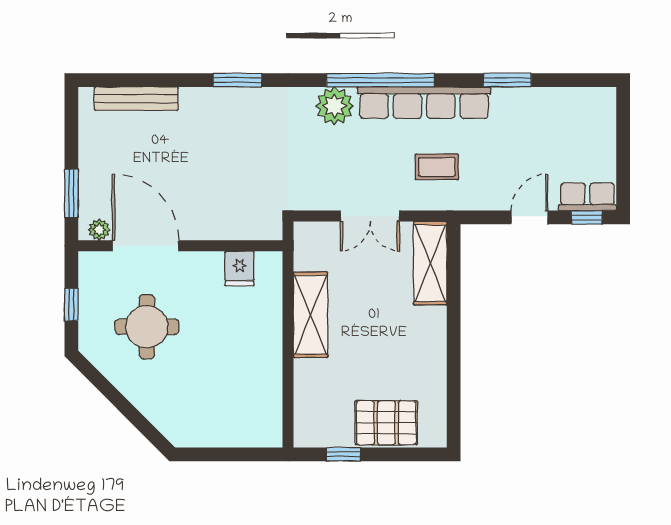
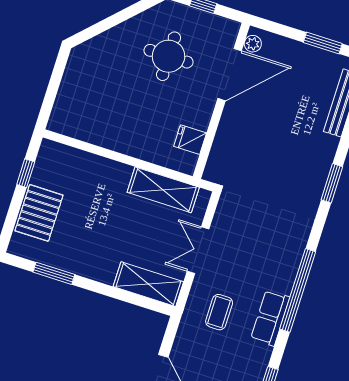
row of seats: (424, 103) -> (270, 318), width x0.50
plant: (335, 106) -> (289, 250), removed
window: (71, 193) -> (323, 43), moved
shelving: (311, 315) -> (163, 190), moved
window: (454, 382) -> (54, 273), added

